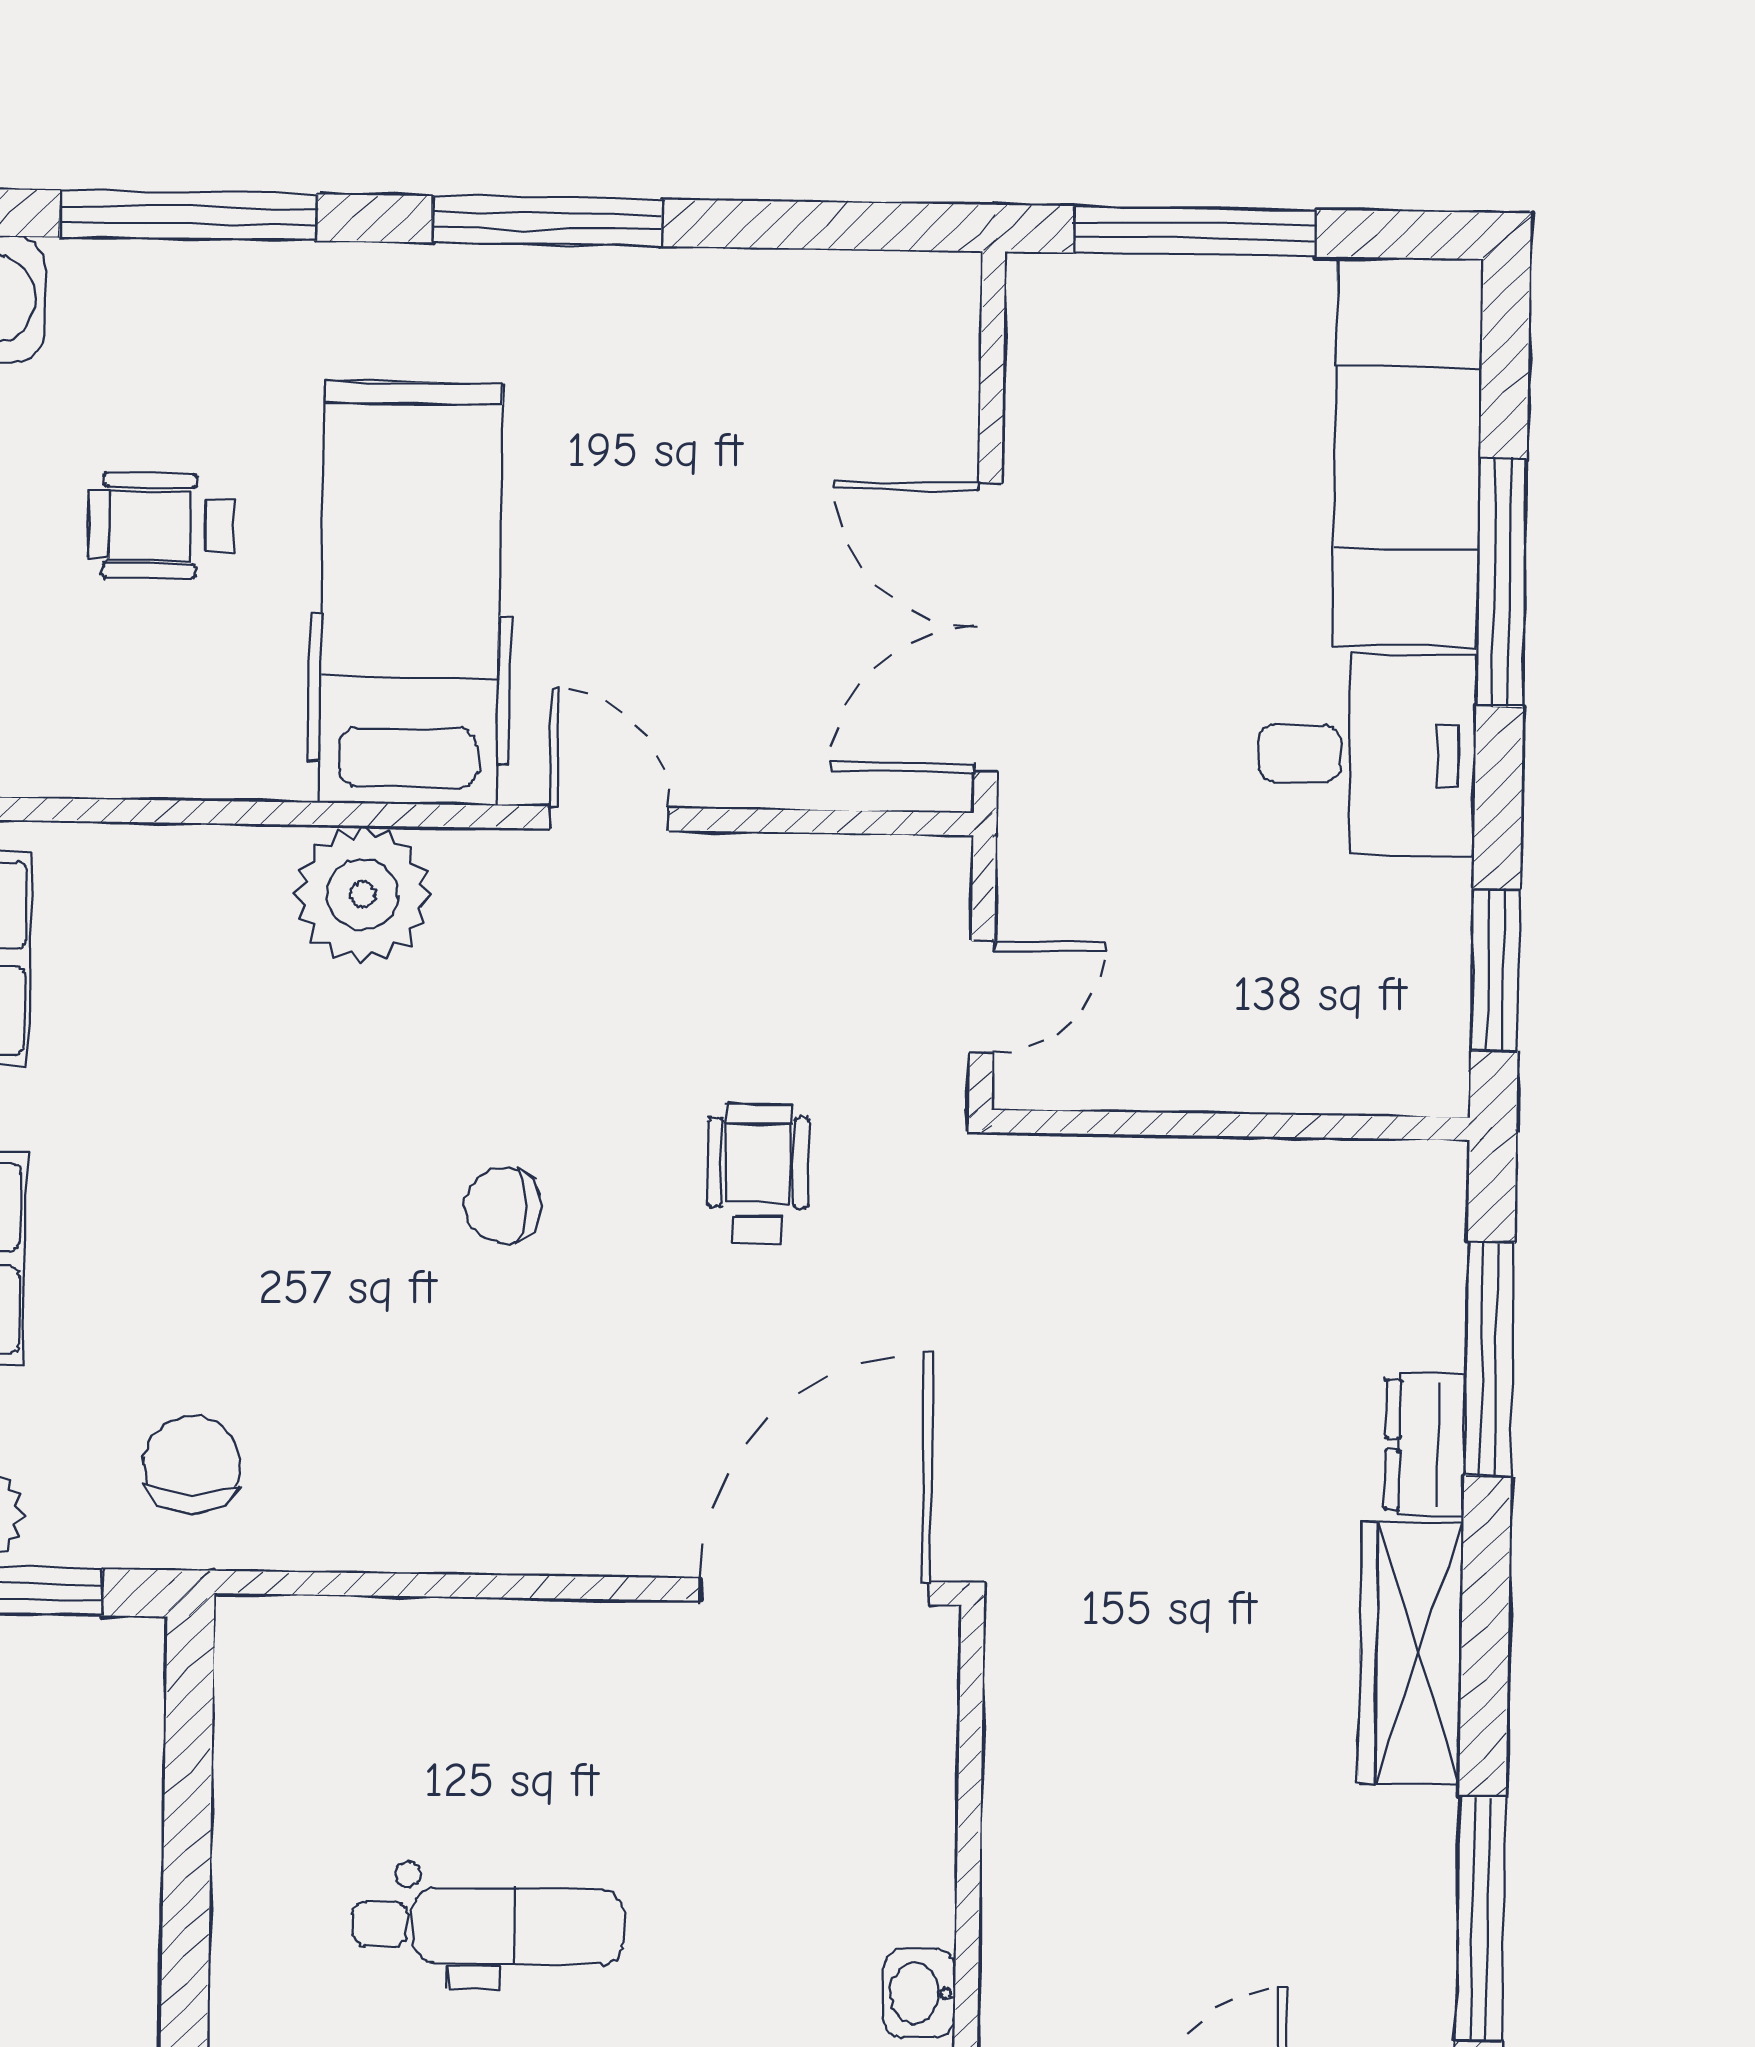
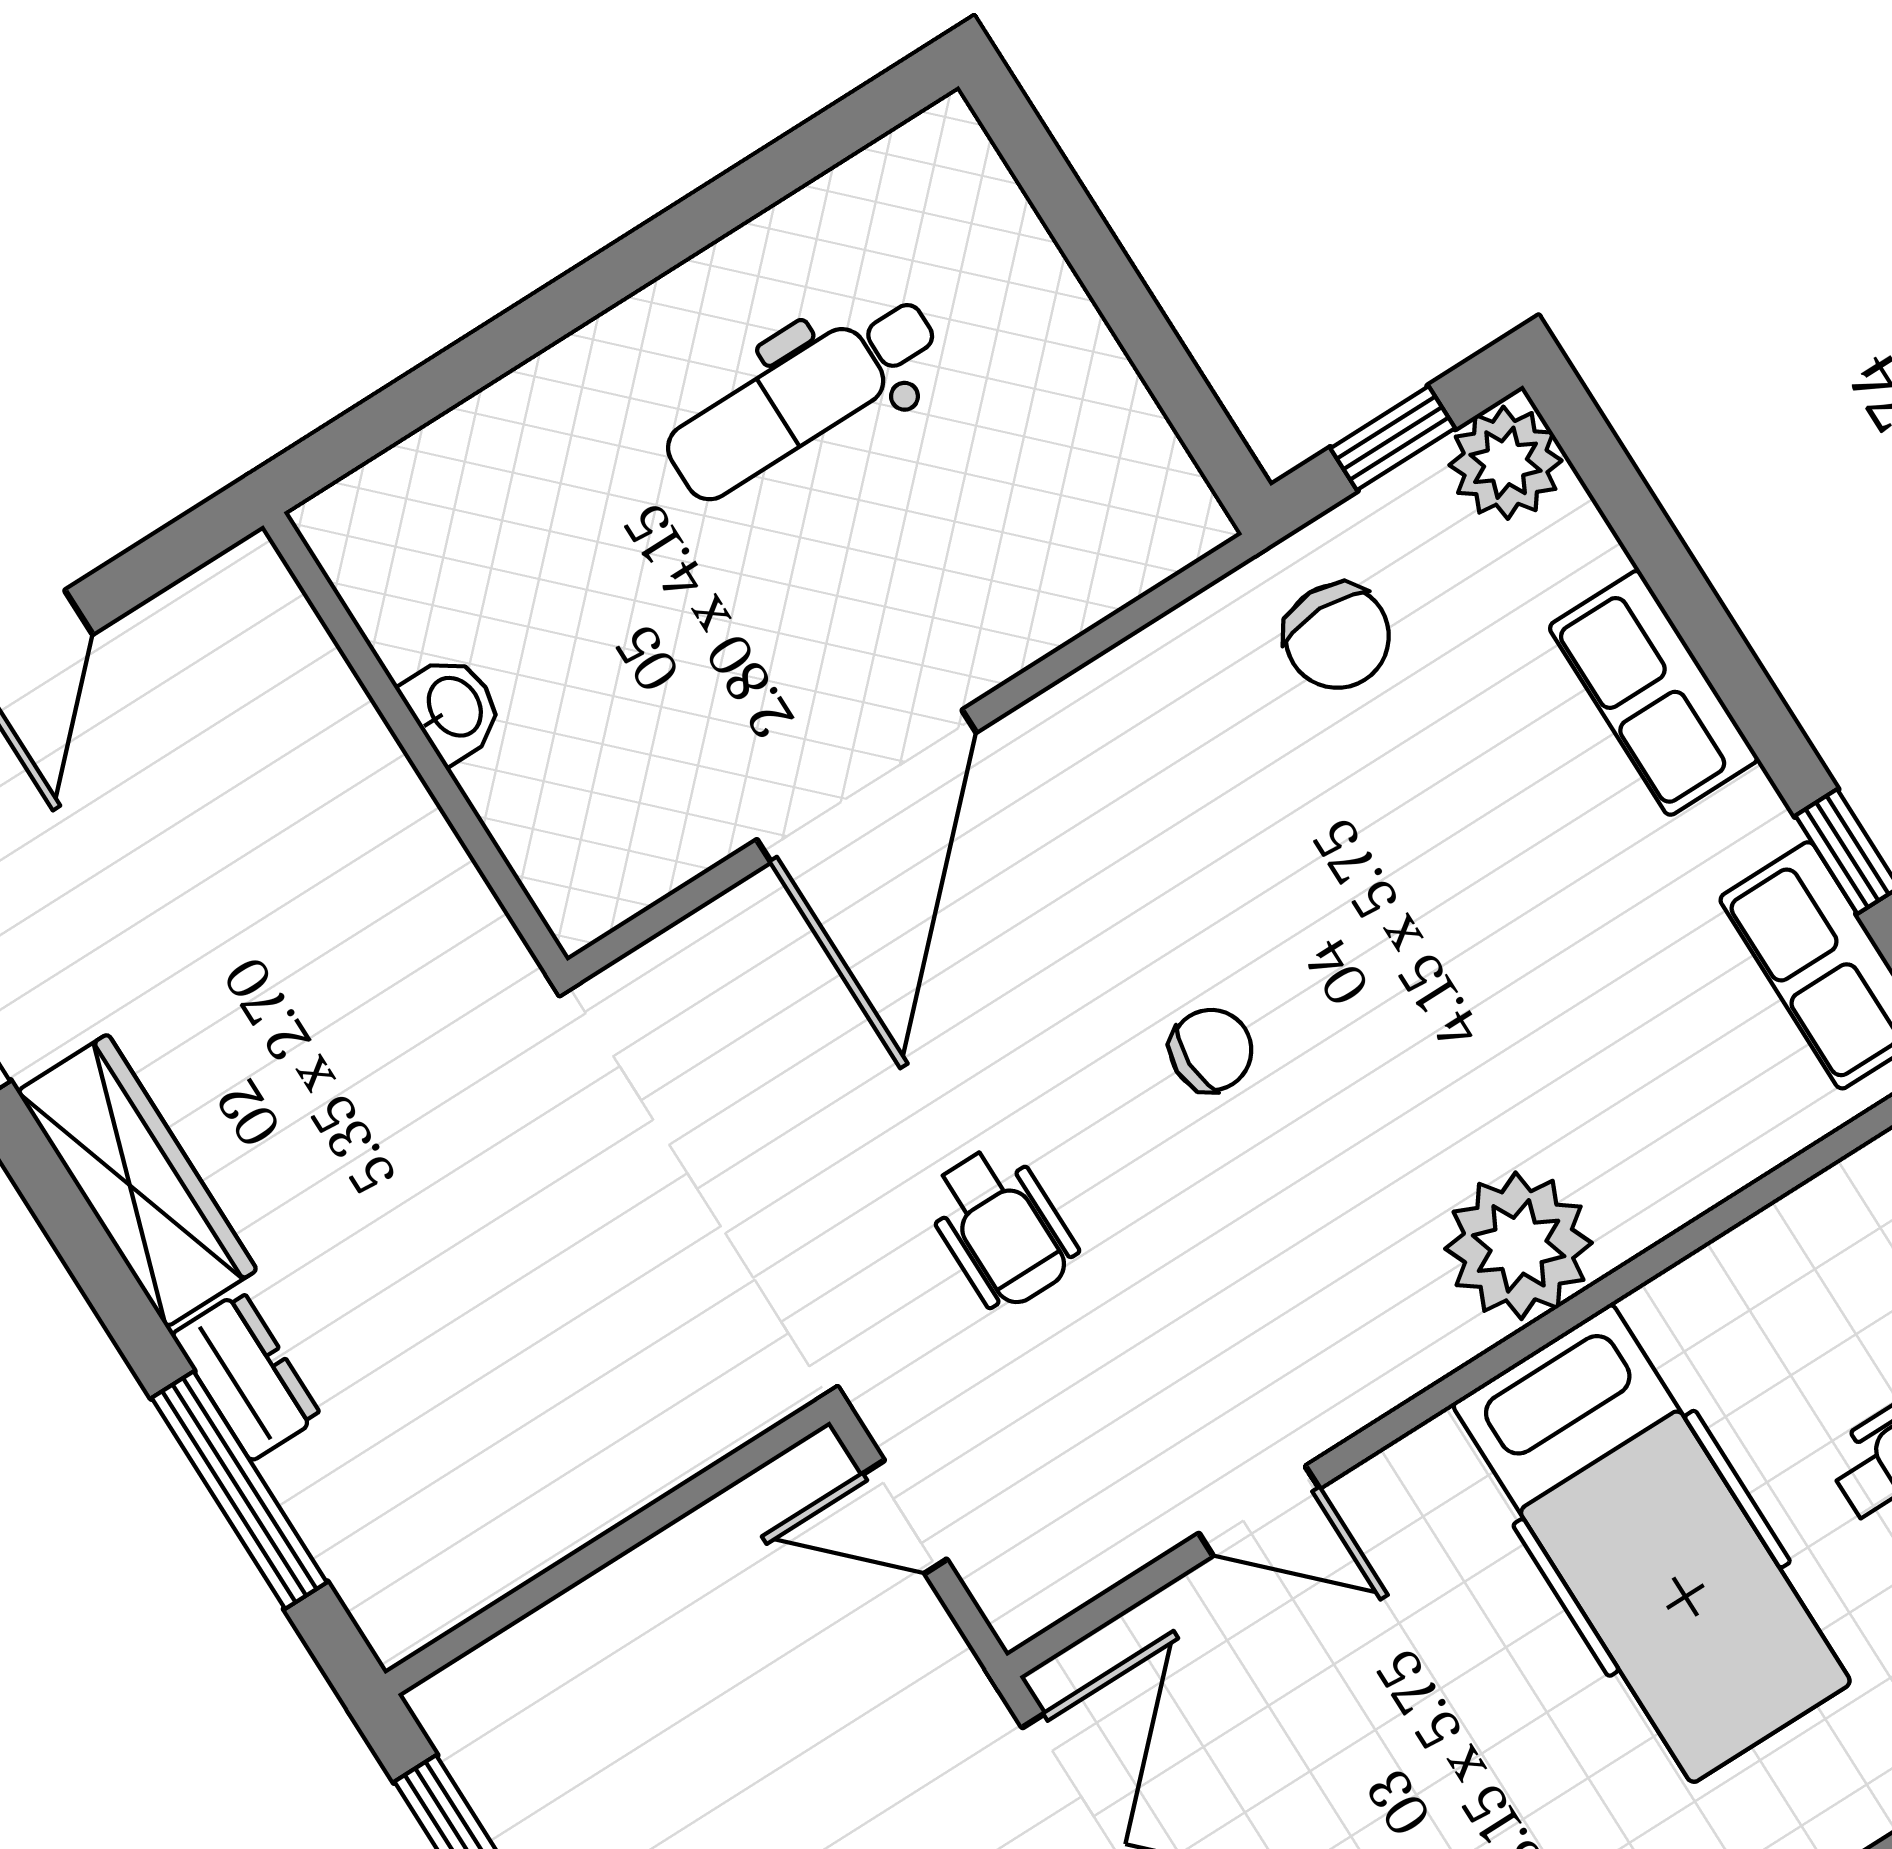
door: (609, 818) -> (1259, 1511), moved
door: (982, 997) -> (904, 1517), hinge flipped
door: (814, 1591) -> (867, 786), moved
washbasin: (919, 1993) -> (453, 708), moved

